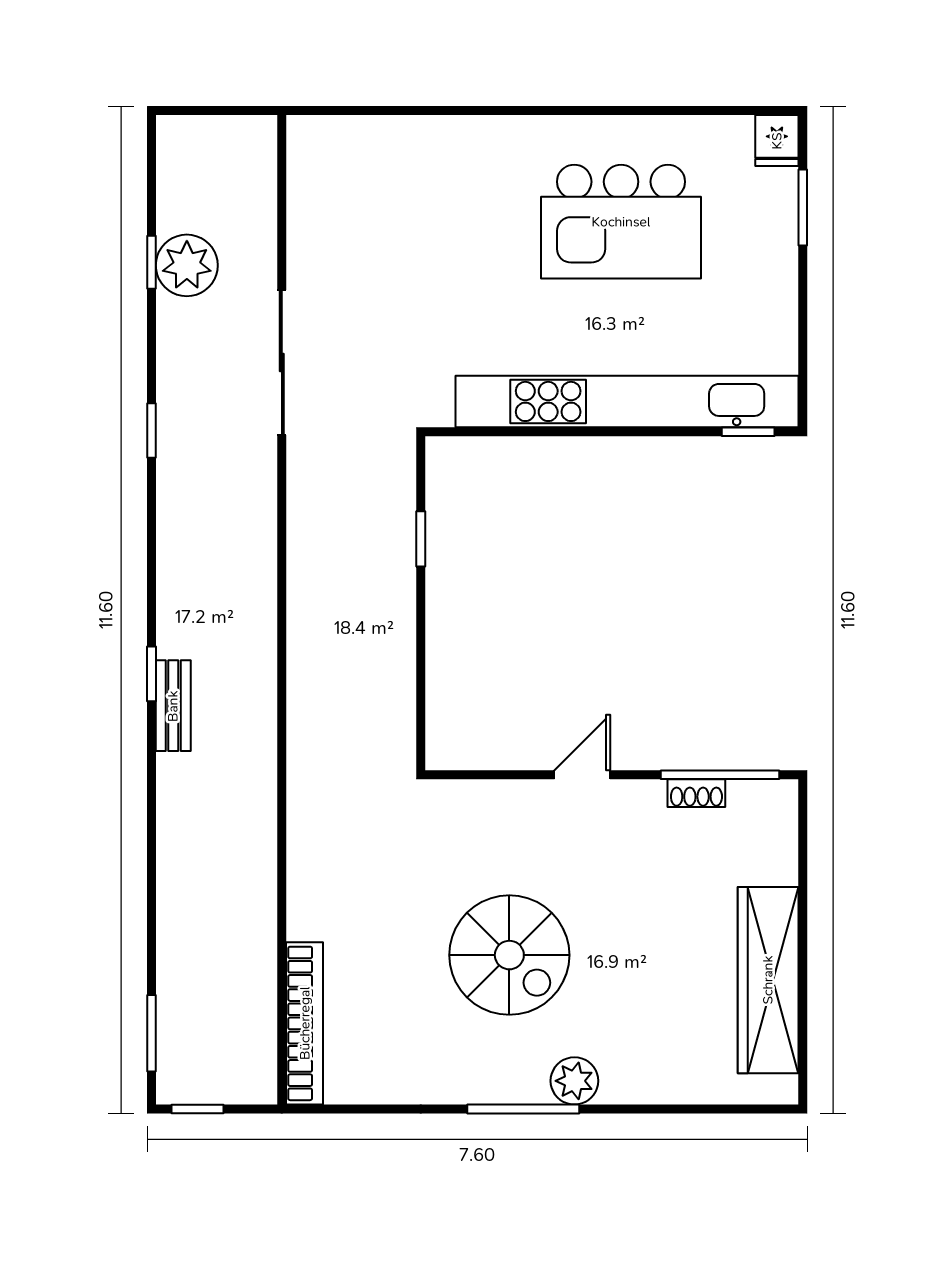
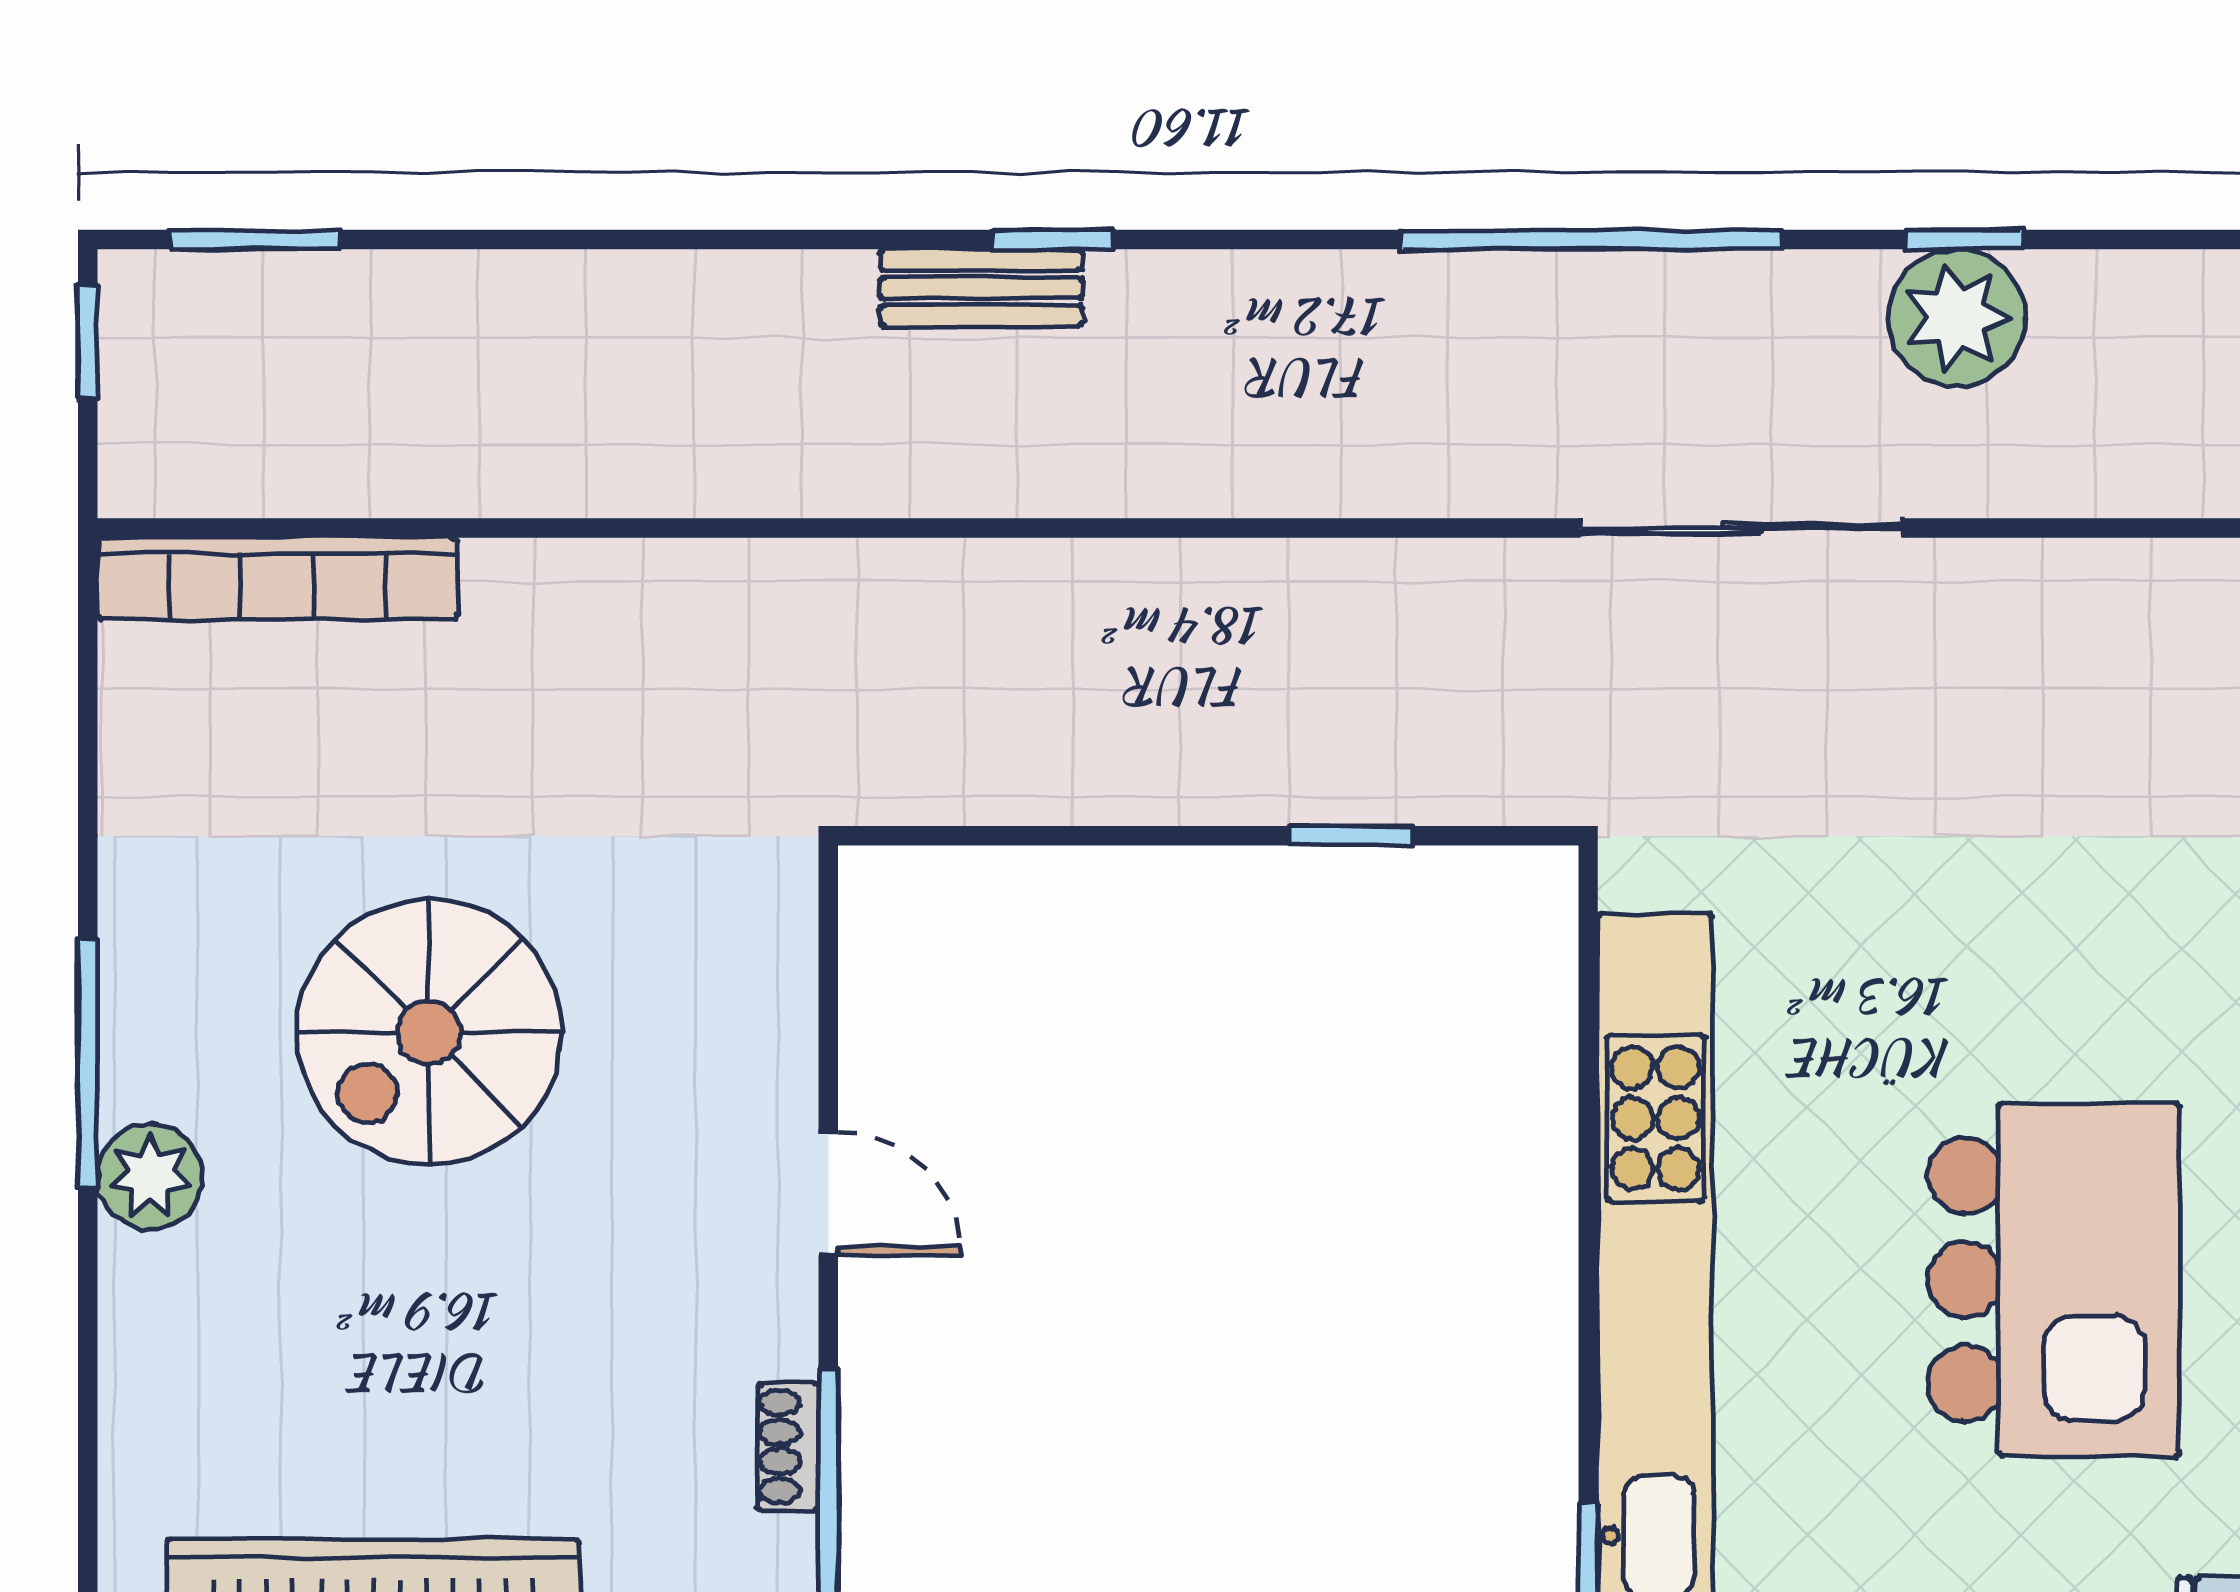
kitchen island: (621, 222) -> (2054, 1280), turned 180
window: (152, 431) -> (1591, 240), width x3.17

